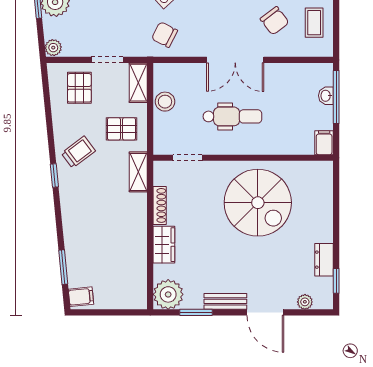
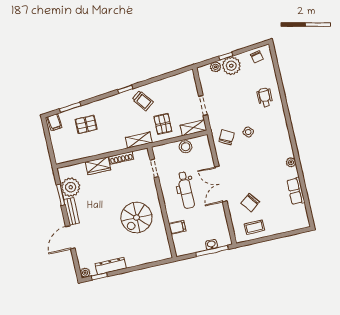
plant: (53, 48) -> (216, 67), moved
pallet: (79, 88) -> (86, 124), moved
filing cabinet: (324, 143) -> (177, 227), moved
spiral stairs: (258, 203) -> (137, 218), width x0.73, depth x0.73
dresser: (324, 260) -> (111, 266), width x1.44
plant: (168, 294) -> (71, 187), moved
plant: (305, 302) -> (85, 273), moved

